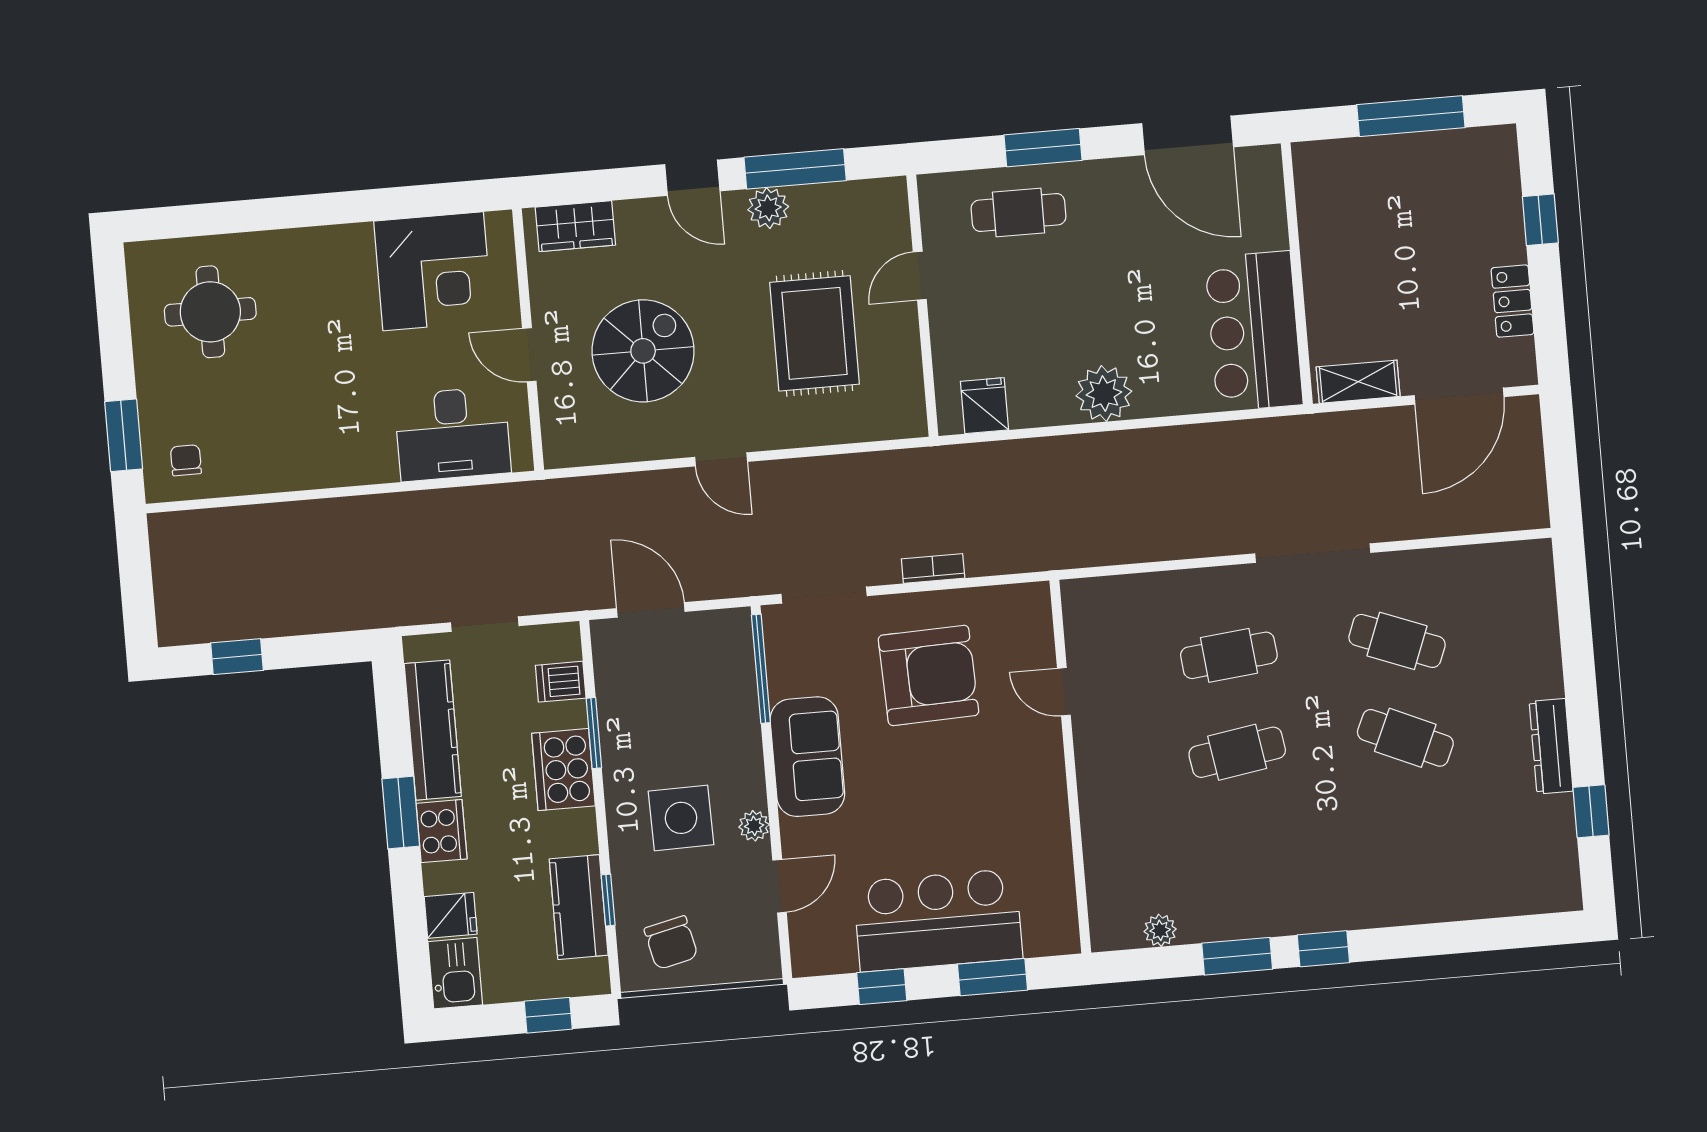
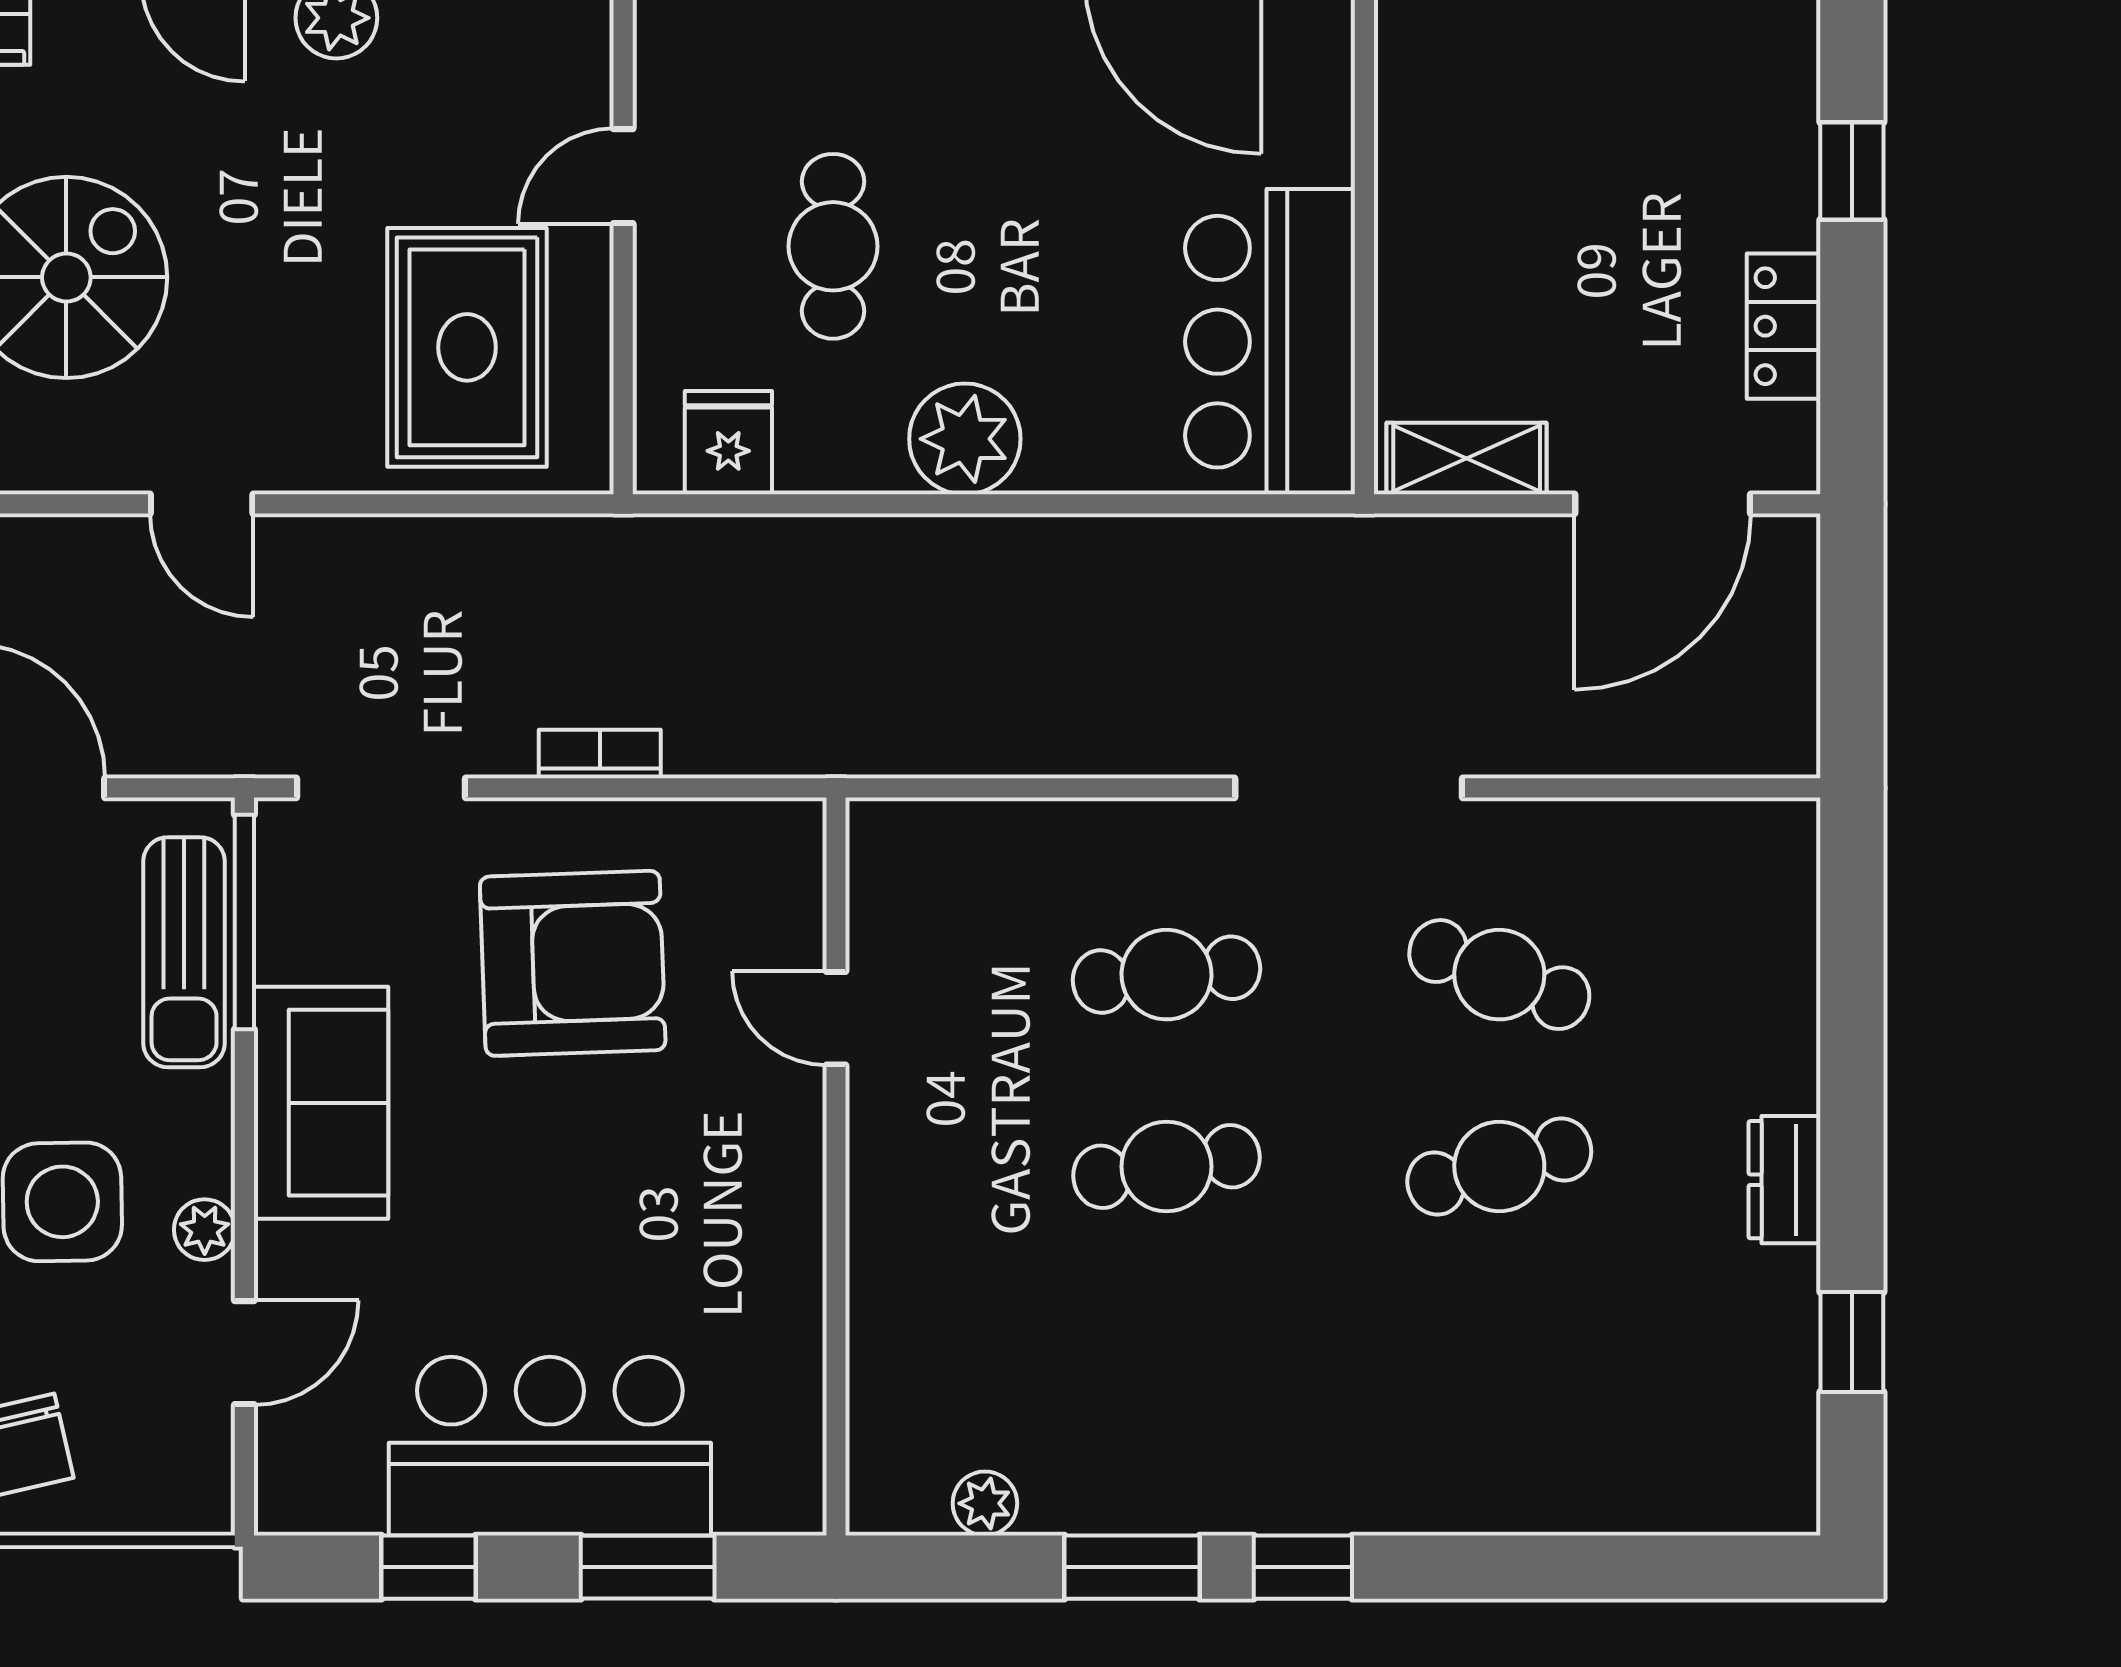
cafe table: (1019, 212) -> (833, 246), moved, turned 90
rug: (815, 333) -> (467, 347), moved
sun lounger: (732, 687) -> (184, 952), added
cafe table: (1405, 738) -> (1499, 1166), turned -39
dresser: (1551, 746) -> (1784, 1180), width x0.70

